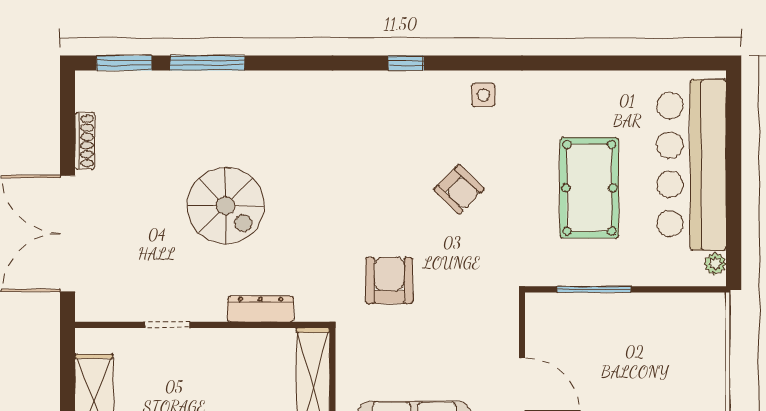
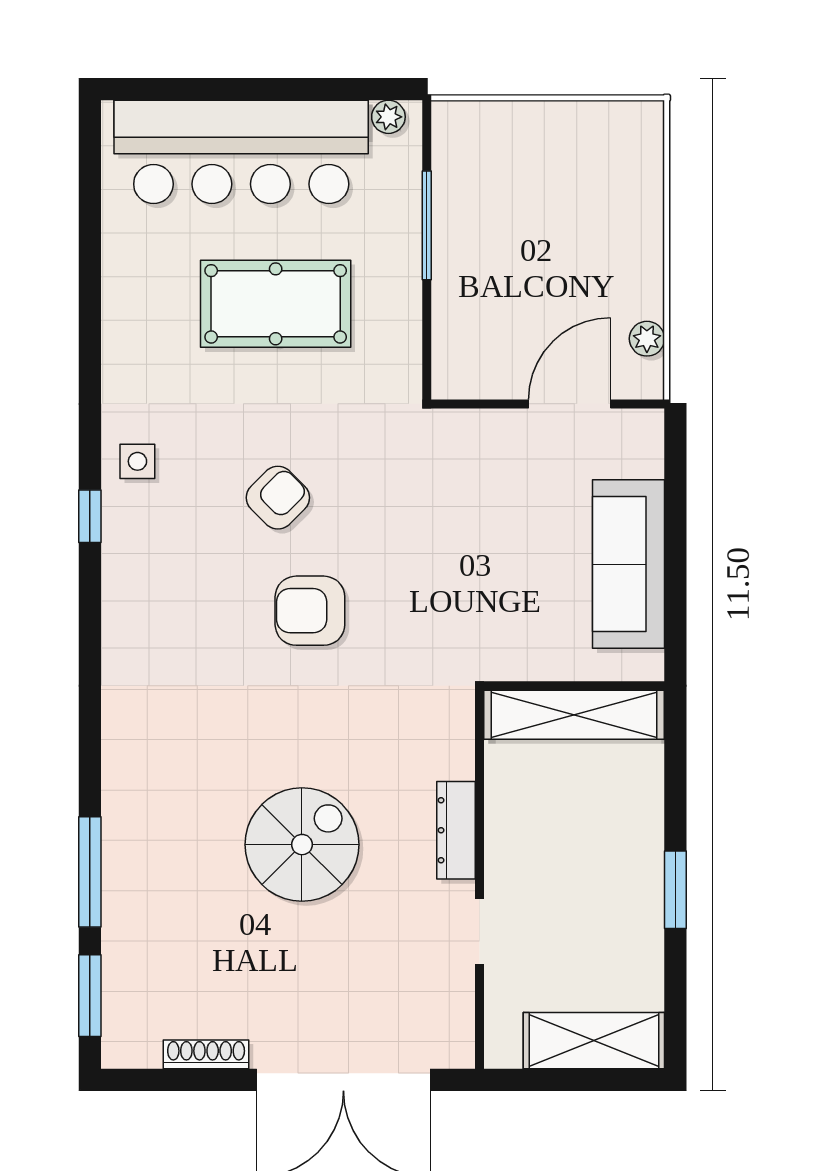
window: (406, 63) -> (90, 516), moved
armchair: (389, 280) -> (310, 611), moved
window: (594, 289) -> (427, 225), moved
dresser: (261, 309) -> (456, 830), moved

